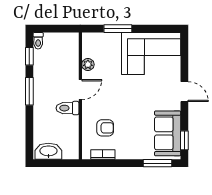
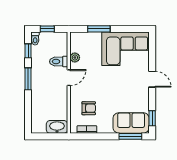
window: (53, 29) -> (47, 29), added
toilet: (68, 108) -> (59, 62), moved
sofa: (168, 133) -> (131, 123), moved, turned 90
washbasin: (48, 151) -> (57, 127), moved

